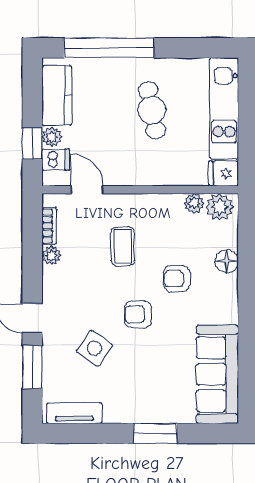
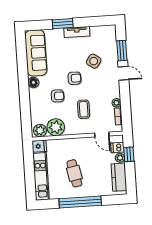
window: (109, 48) -> (80, 202), moved
plant: (194, 203) -> (56, 127), width x1.88, depth x1.88
floor lamp: (227, 261) -> (33, 82), moved
tv unit: (74, 413) -> (77, 32), moved

